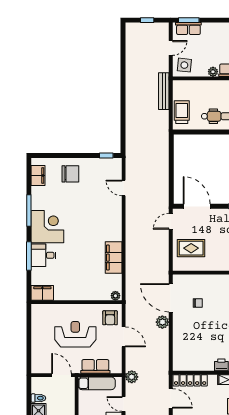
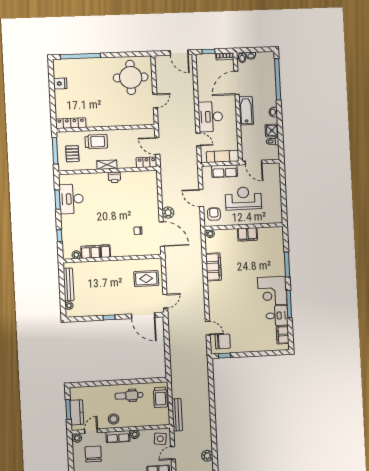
chair: (70, 174) -> (223, 341), moved, turned 180
desk: (44, 255) -> (277, 316), moved
filing cabinet: (42, 293) -> (247, 234), moved
reception desk: (75, 334) -> (243, 198), turned 180
plant: (132, 377) -> (207, 456), moved
locker: (190, 380) -> (146, 162), width x0.66

